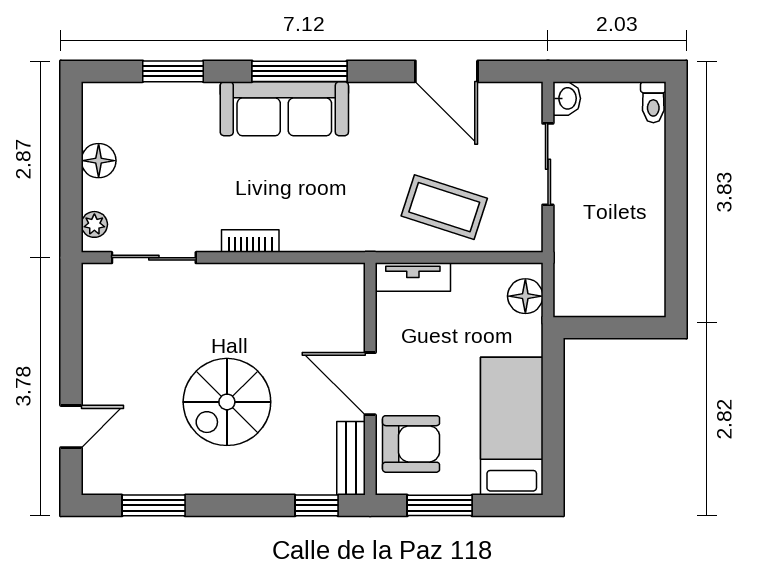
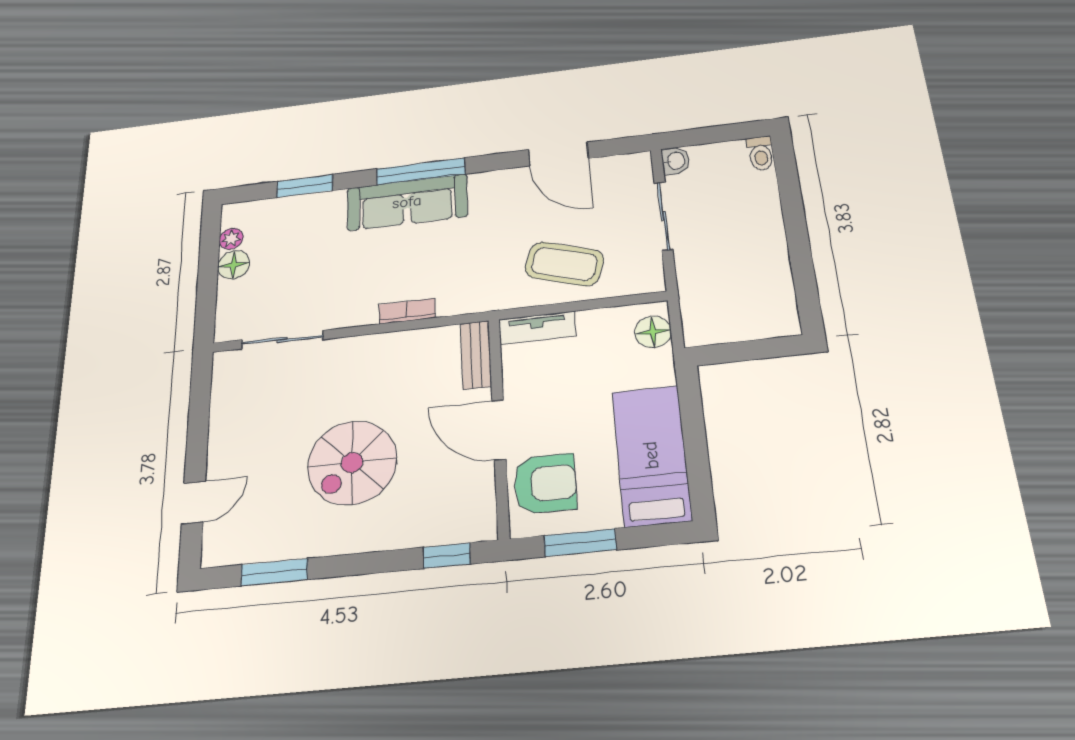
plant: (94, 224) -> (231, 239), moved
bookcase: (250, 241) -> (407, 311), moved
bench: (351, 458) -> (476, 355), moved

